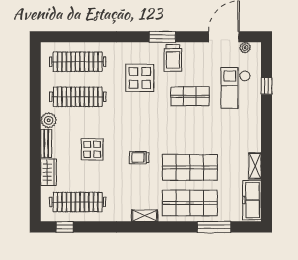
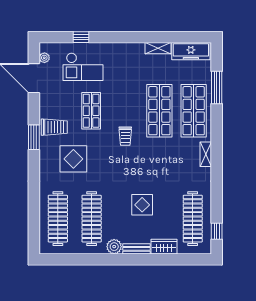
trolley: (139, 158) -> (125, 136), moved

